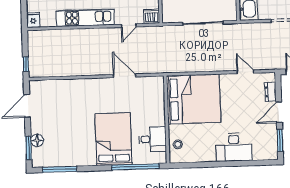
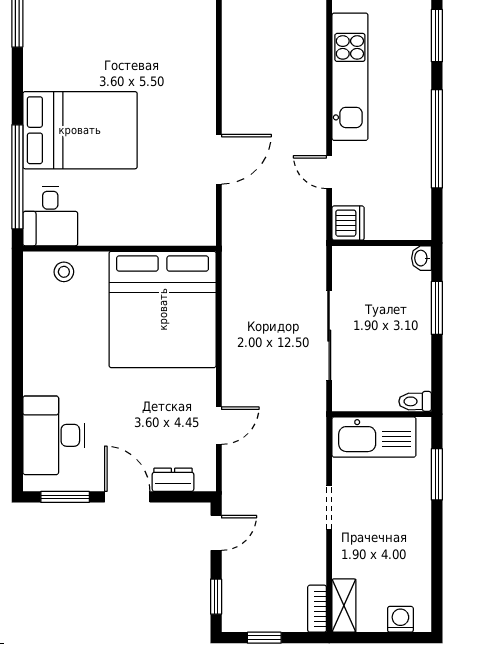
desk: (153, 139) -> (50, 216), moved
desk: (234, 147) -> (54, 435), moved

